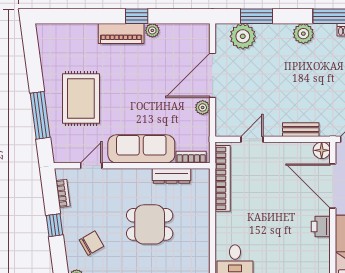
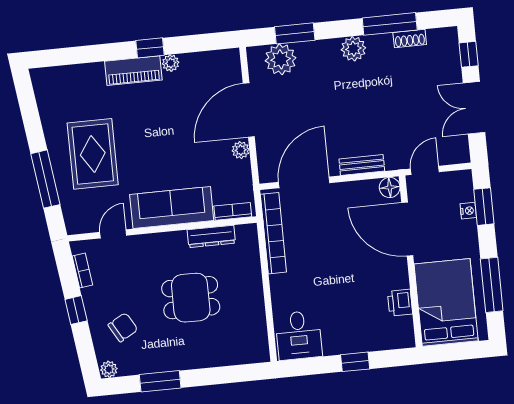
door: (252, 139) -> (304, 182), width x1.87
printer: (321, 226) -> (400, 303), moved

